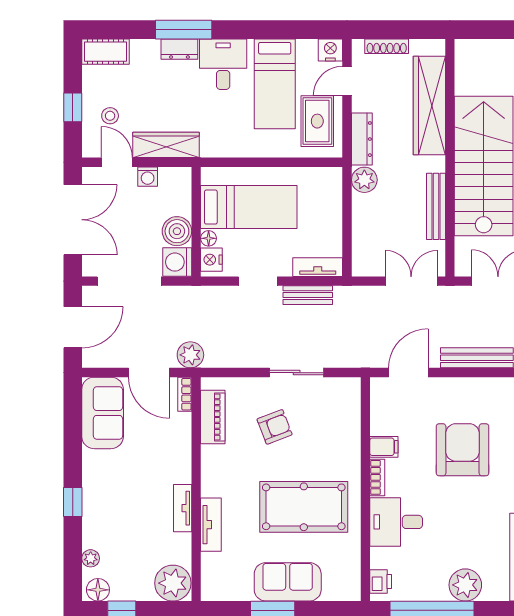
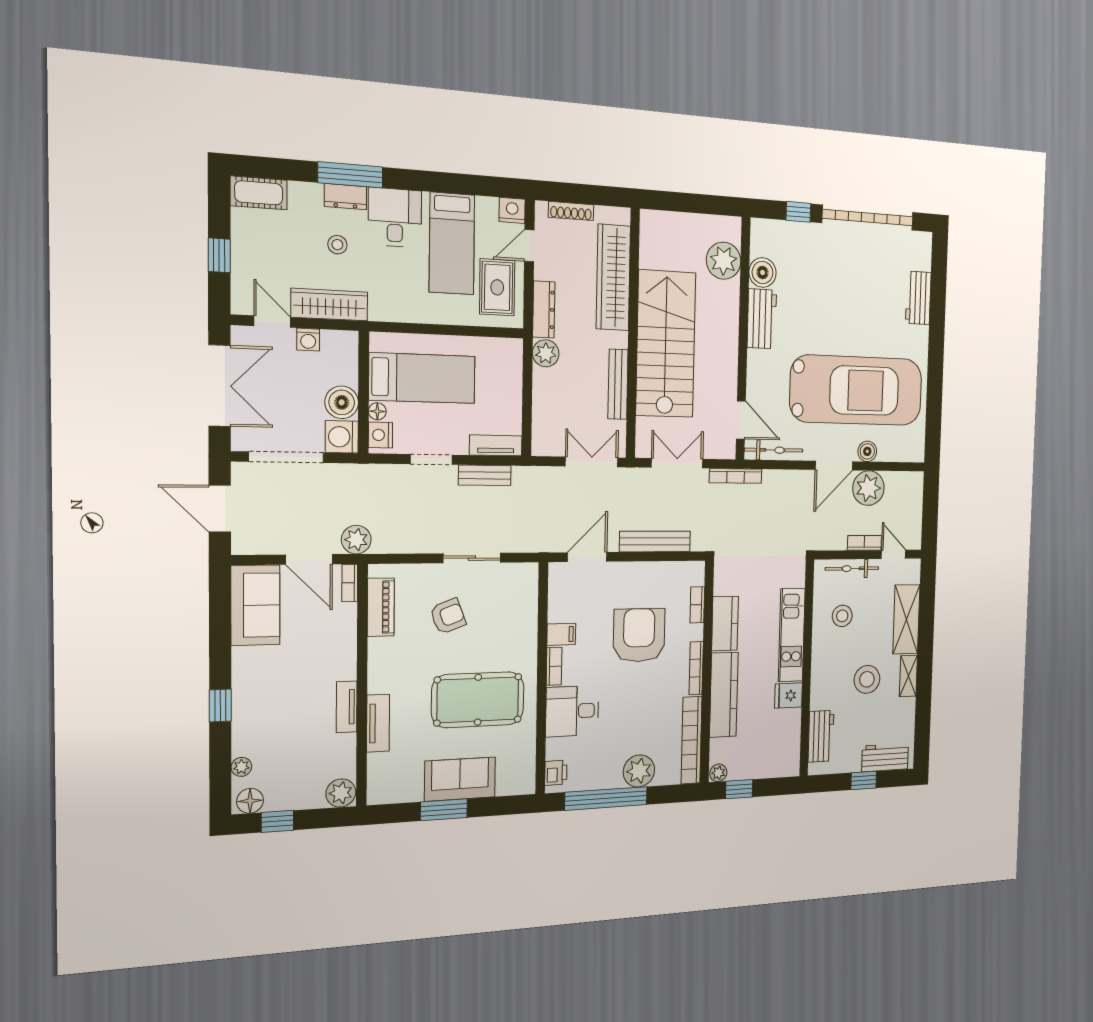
stool: (110, 116) -> (337, 245), moved
door: (73, 327) -> (220, 509), swing flipped
plant: (173, 583) -> (341, 793), width x0.73, depth x0.73

